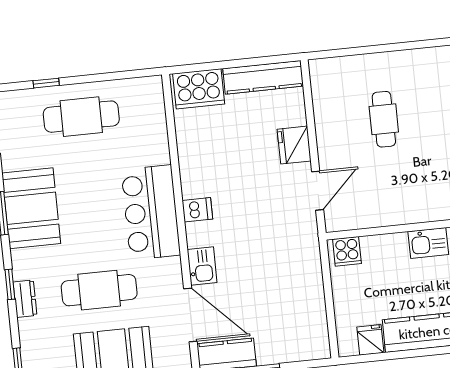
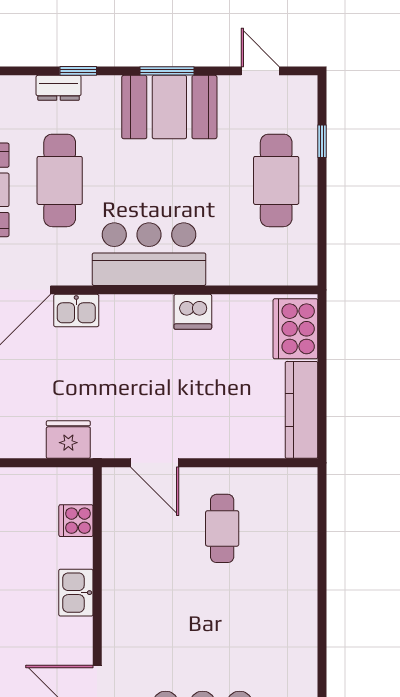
cafe table: (384, 119) -> (222, 528), moved, turned 90
fridge: (294, 145) -> (68, 440), moved
dishwasher: (197, 210) -> (193, 312), moved, width x1.38
cooker: (347, 251) -> (76, 521), moved

